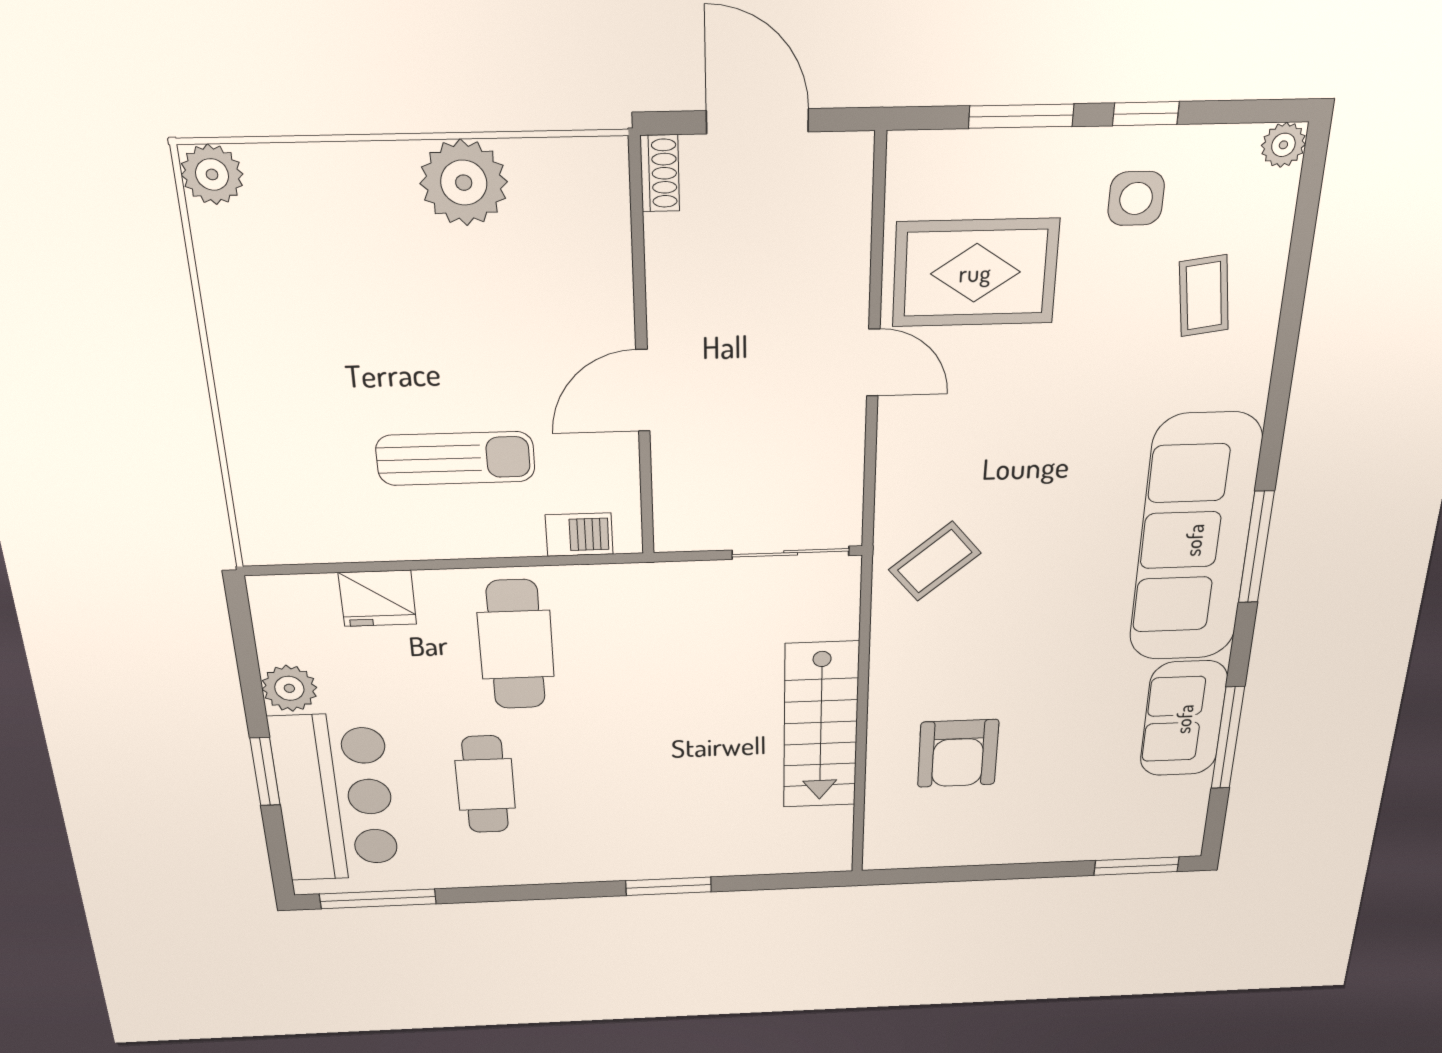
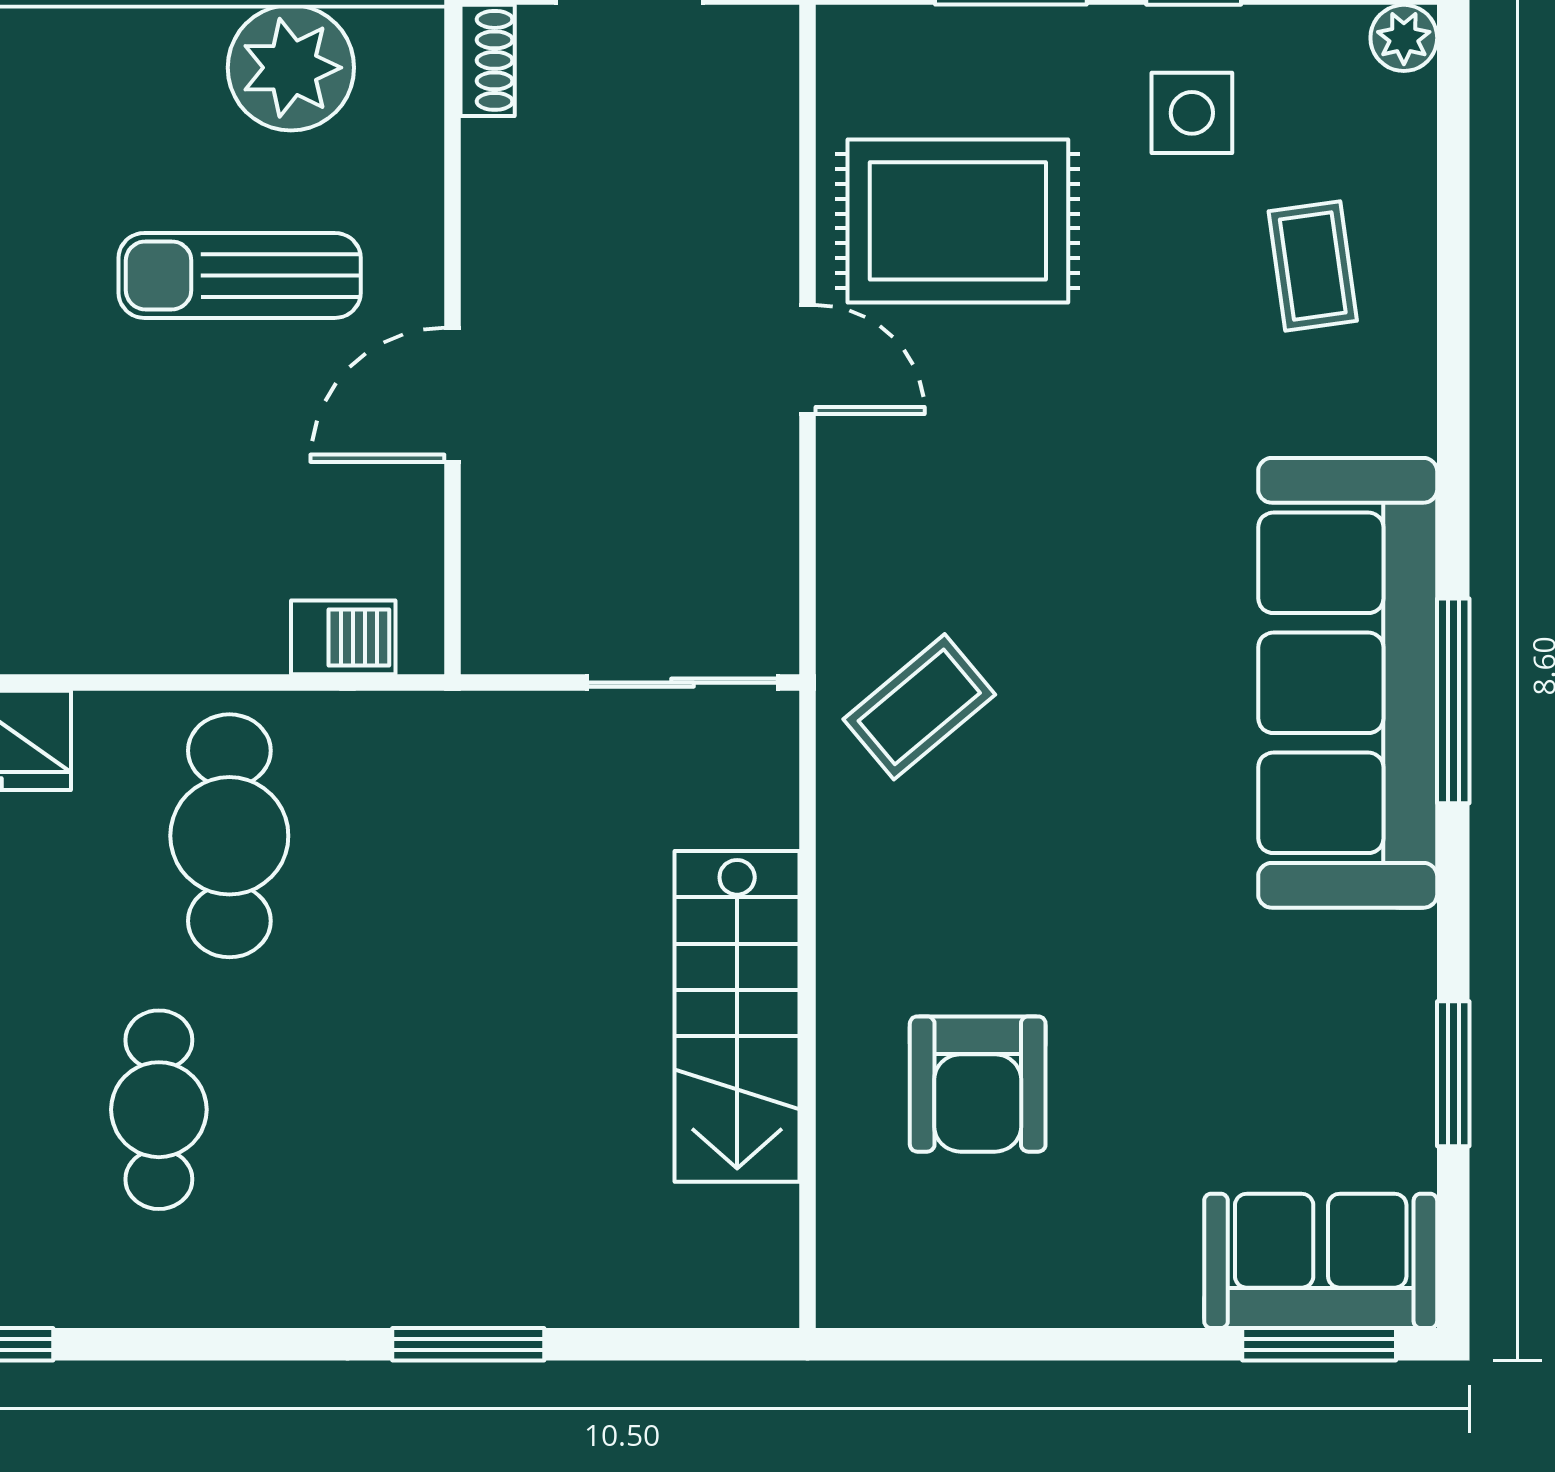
plant: (464, 183) -> (291, 68), moved
sun lounger: (456, 458) -> (240, 275), moved, turned 180
sofa: (1184, 719) -> (1321, 1261), moved, turned 90
window: (1228, 738) -> (1453, 1074), width x0.69

